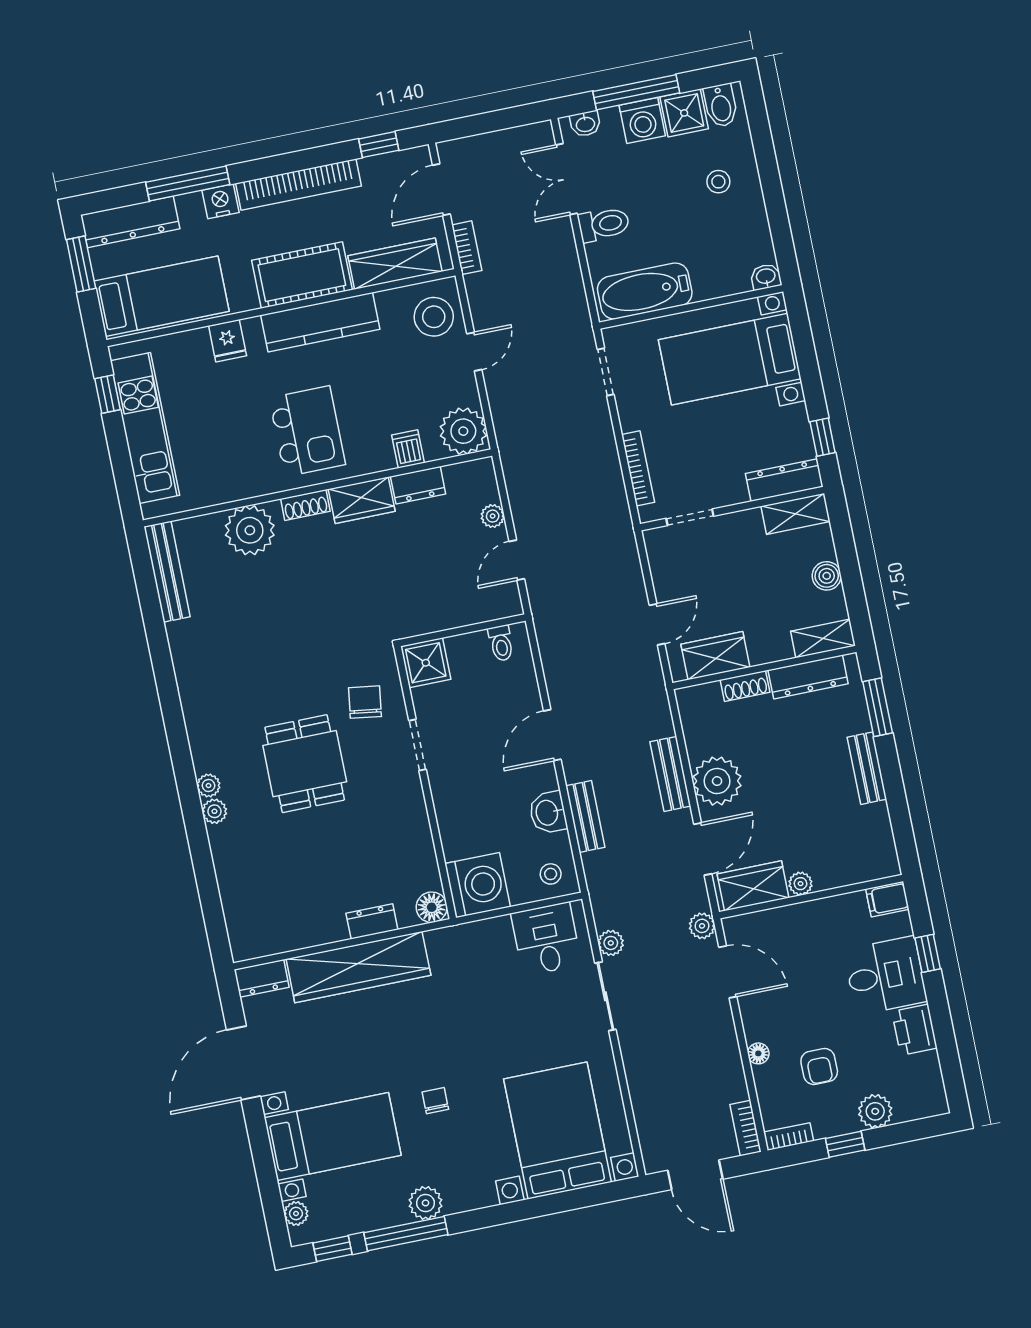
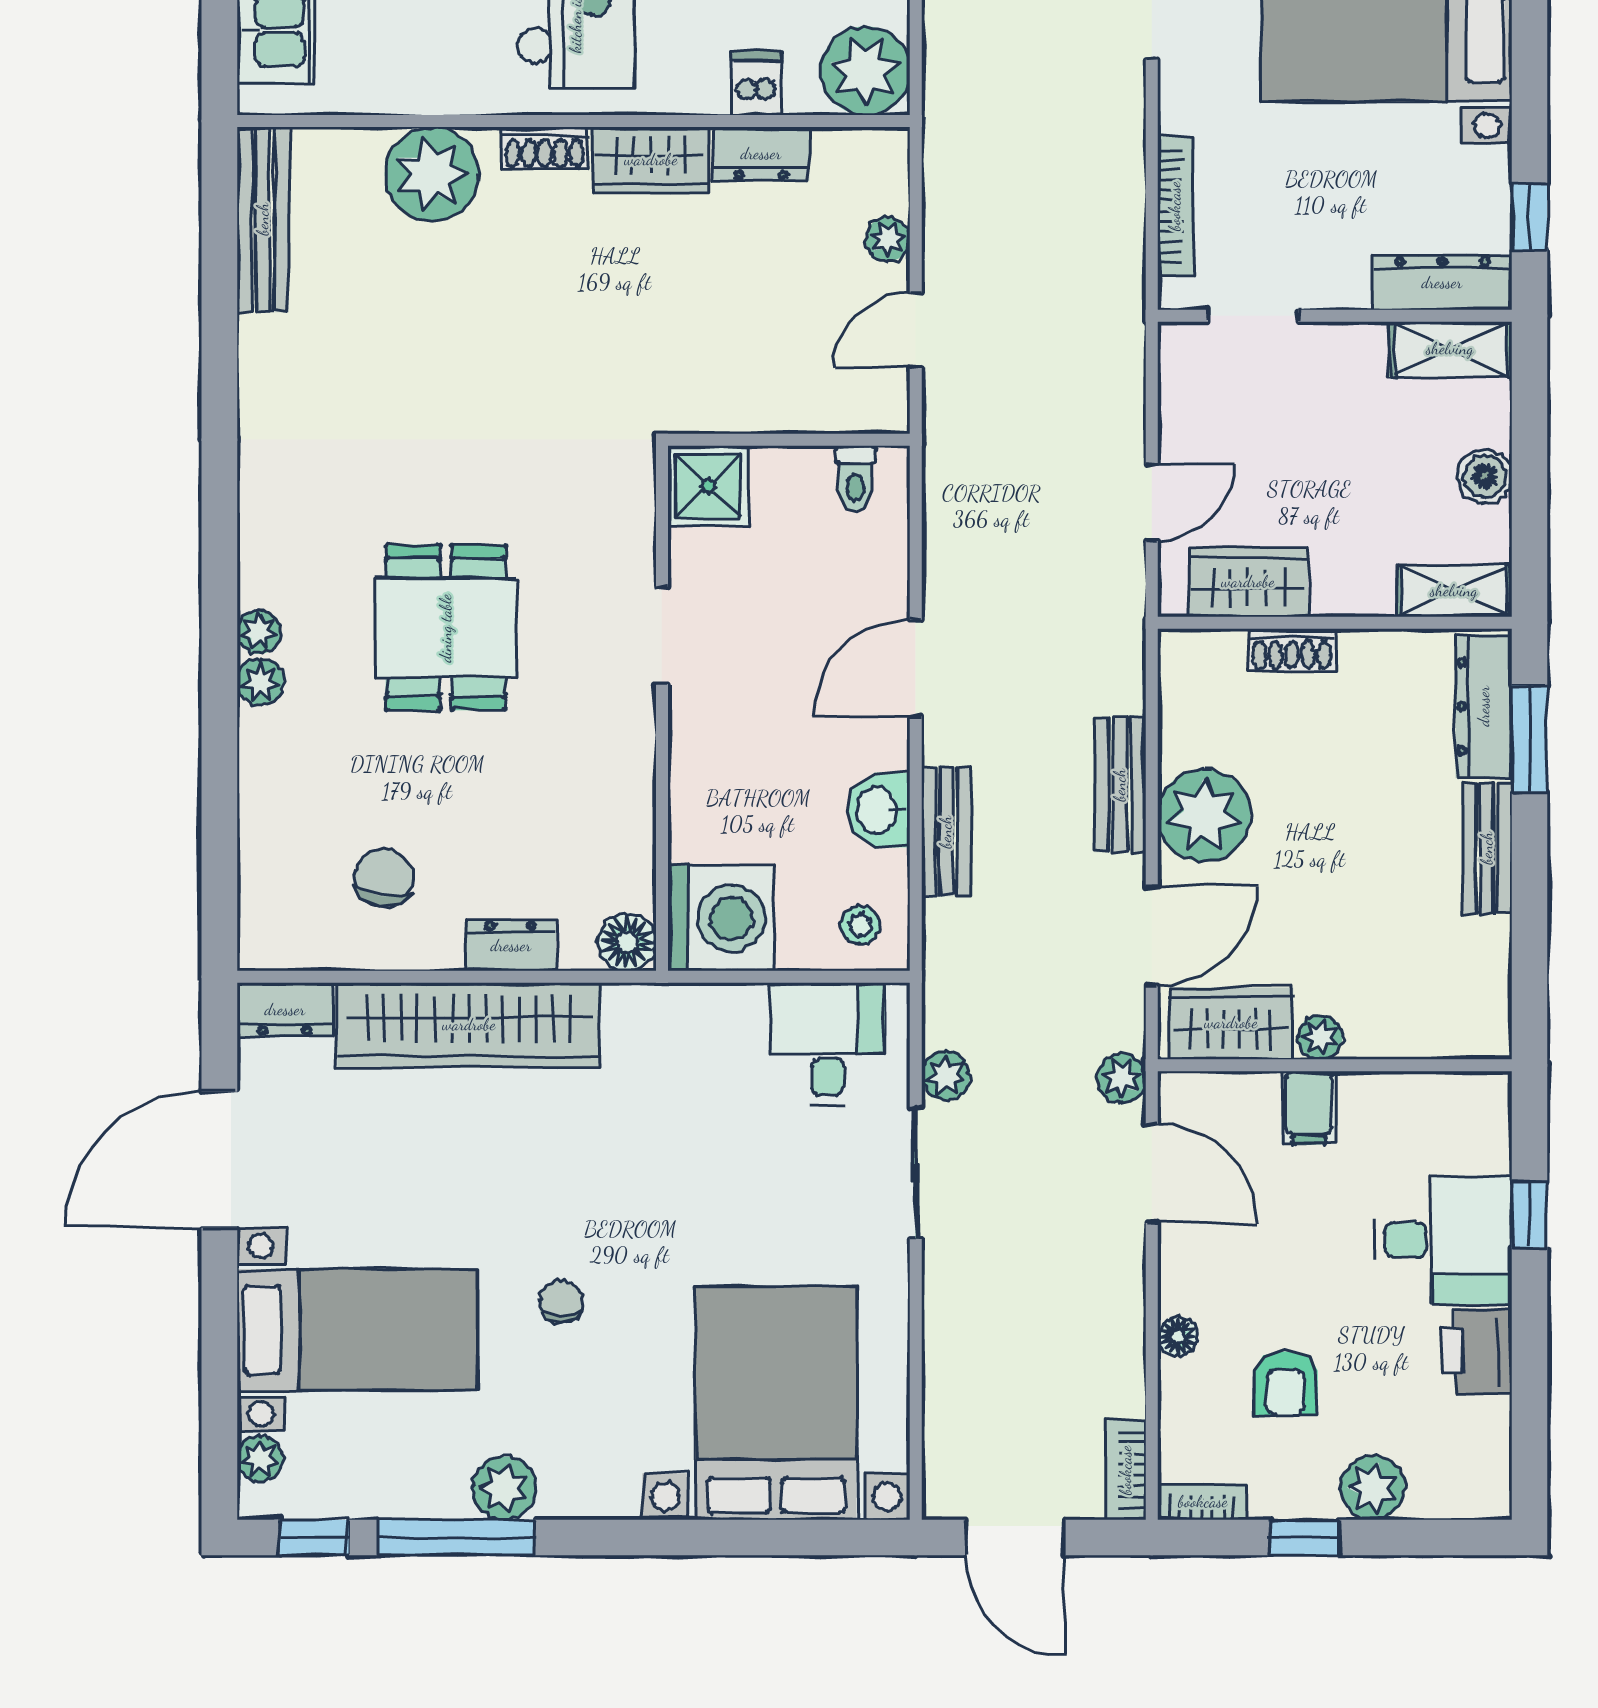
dresser: (808, 677) -> (1484, 706), moved, turned 90
chair: (365, 702) -> (384, 878), moved
filing cabinet: (887, 899) -> (1309, 1108), moved, turned -90

